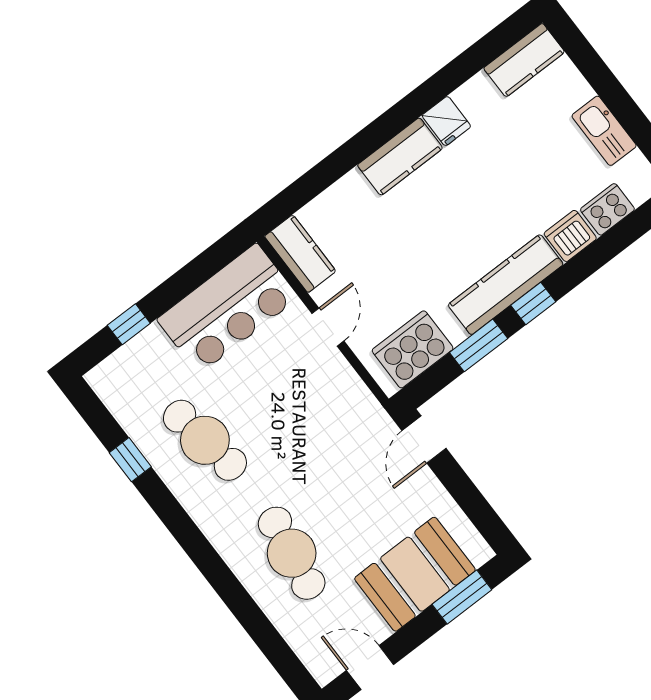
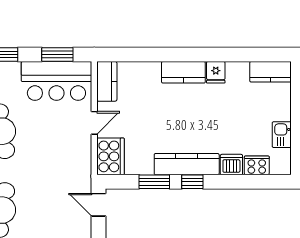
kitchen sink: (604, 131) -> (282, 135), width x0.73
window: (200, 270) -> (57, 55), added
cooker: (413, 349) -> (110, 156), moved, turned 90
door: (424, 440) -> (99, 205), hinge flipped

